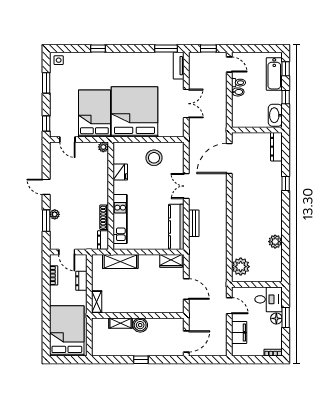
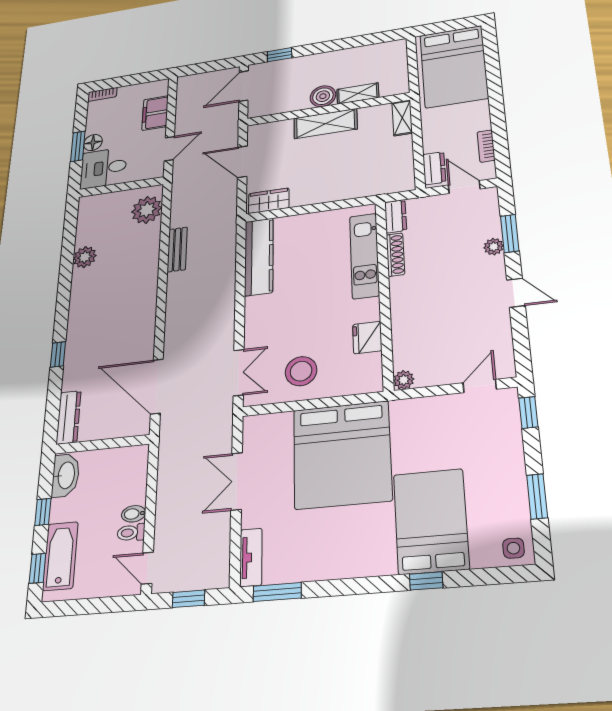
bed: (94, 114) -> (431, 521), moved, turned 180
door: (67, 139) -> (480, 386), hinge flipped
door: (229, 158) -> (157, 386), swing flipped
double door: (186, 186) -> (239, 373), moved
bench: (194, 223) -> (177, 249), moved
shelving: (120, 261) -> (326, 124), moved
dresser: (81, 281) -> (434, 168), moved
door: (229, 306) -> (169, 149), swing flipped
window: (141, 360) -> (280, 55), moved

